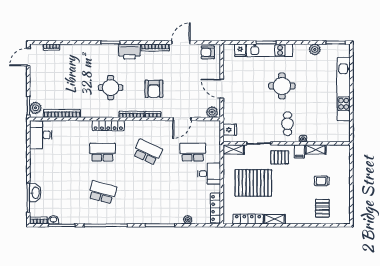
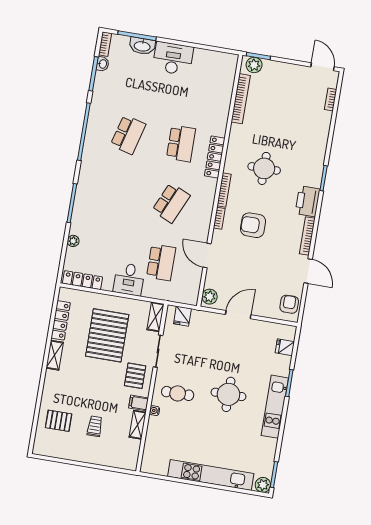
plant: (315, 49) -> (263, 485), moved
kitchen unit: (269, 50) -> (275, 407), moved
desk: (41, 135) -> (173, 58), moved

